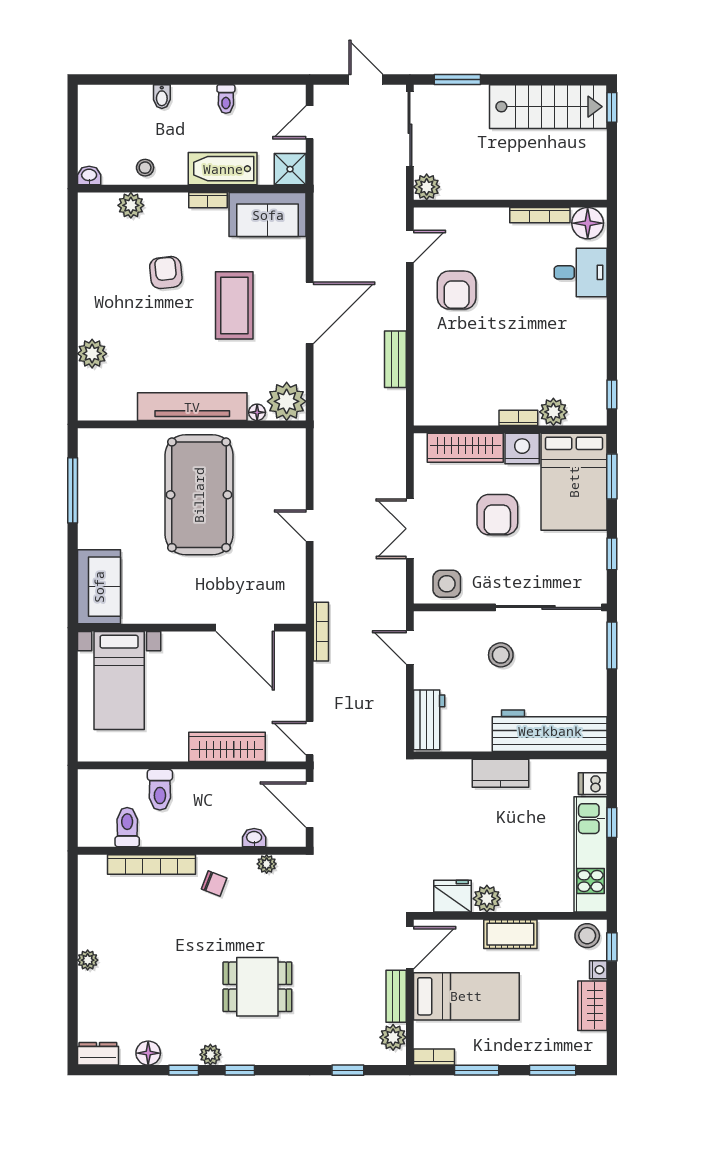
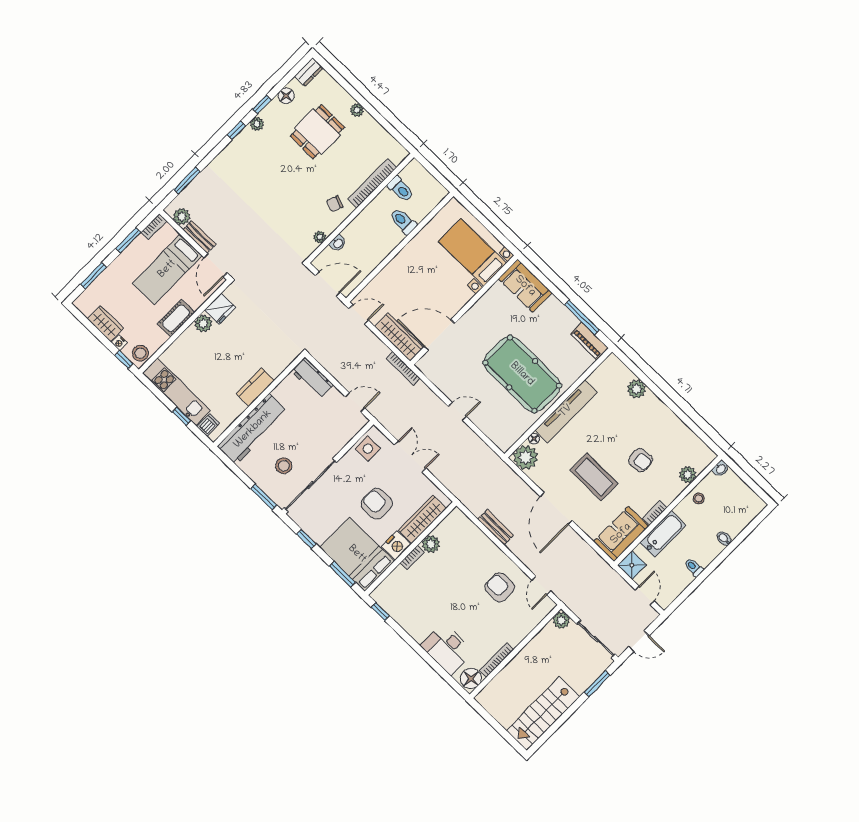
window: (612, 107) -> (514, 743), removed
desk: (581, 272) -> (447, 649), width x1.37
plant: (553, 412) -> (431, 544), moved
piano: (90, 457) -> (589, 341), added
stool: (501, 655) -> (284, 466), moved
wardrobe: (227, 747) -> (399, 337), moved, turned -90
dining table: (257, 987) -> (317, 132), moved
window: (348, 1070) -> (187, 181), width x1.50

